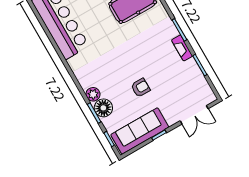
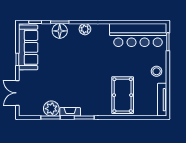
plant: (190, 70) -> (51, 109), added
armchair: (140, 88) -> (59, 66), removed
plant: (93, 94) -> (85, 29), moved

